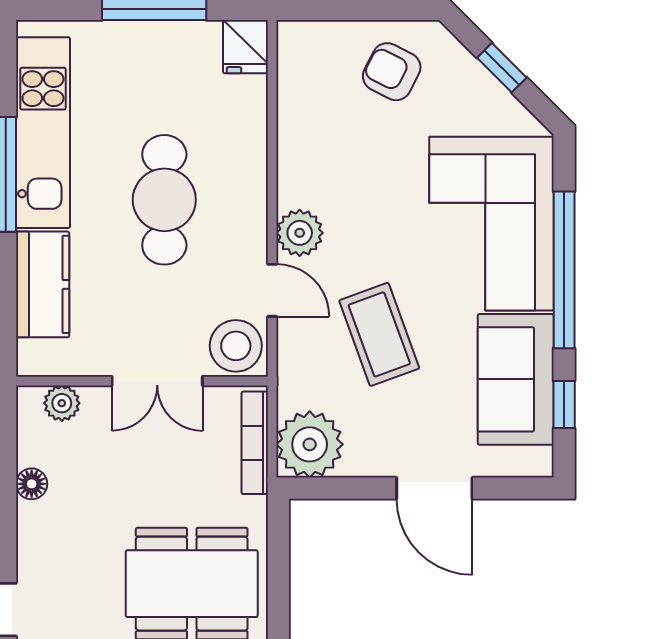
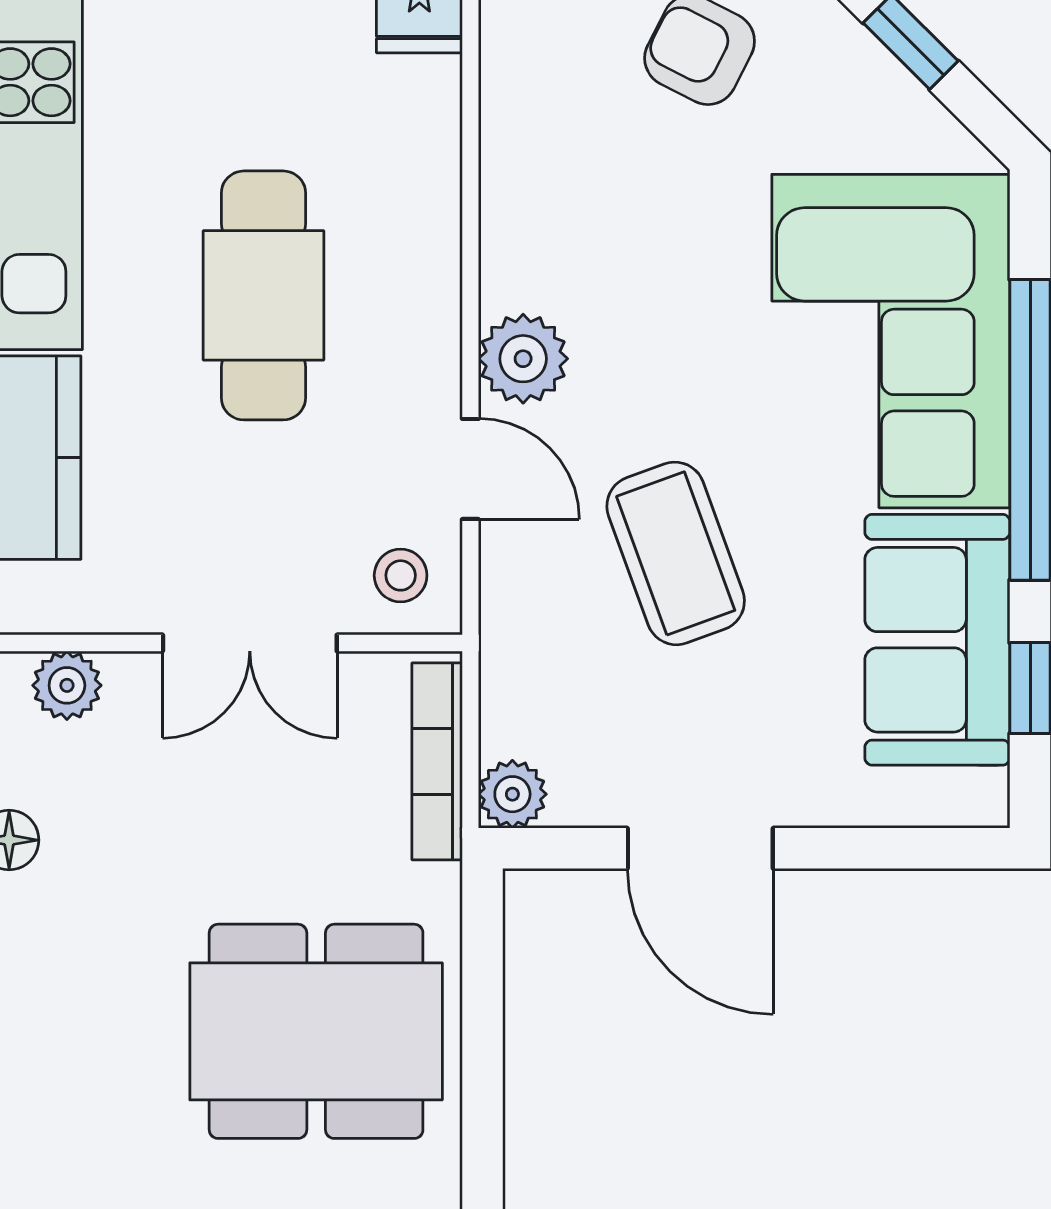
stool: (236, 346) -> (401, 575), width x0.53, depth x0.53
plant: (310, 444) -> (512, 794), width x0.53, depth x0.53
door: (434, 488) -> (700, 848), moved

